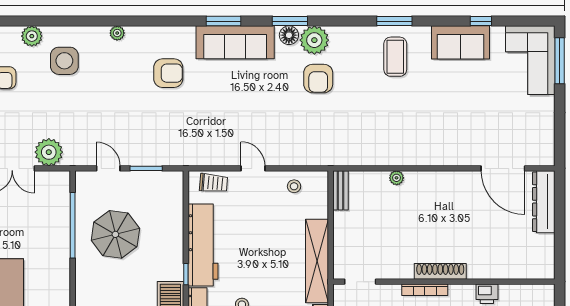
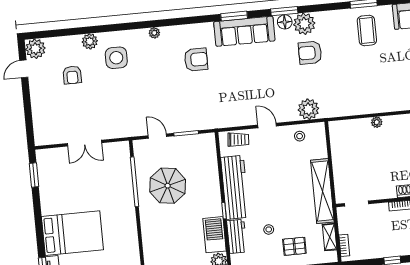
armchair: (318, 79) -> (310, 53), turned 90
plant: (49, 152) -> (308, 109), moved
bench: (340, 190) -> (335, 136), removed

